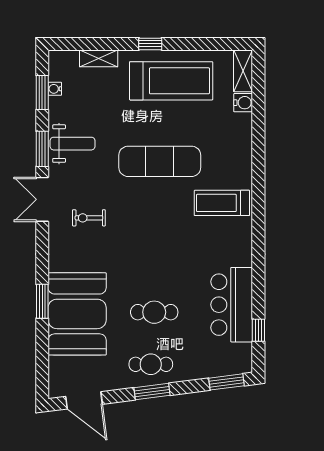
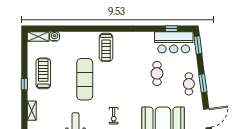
treadmill: (171, 81) -> (43, 73), width x0.73, depth x0.73
bar counter: (232, 305) -> (174, 42), moved
cafe table: (154, 312) -> (157, 73), moved

